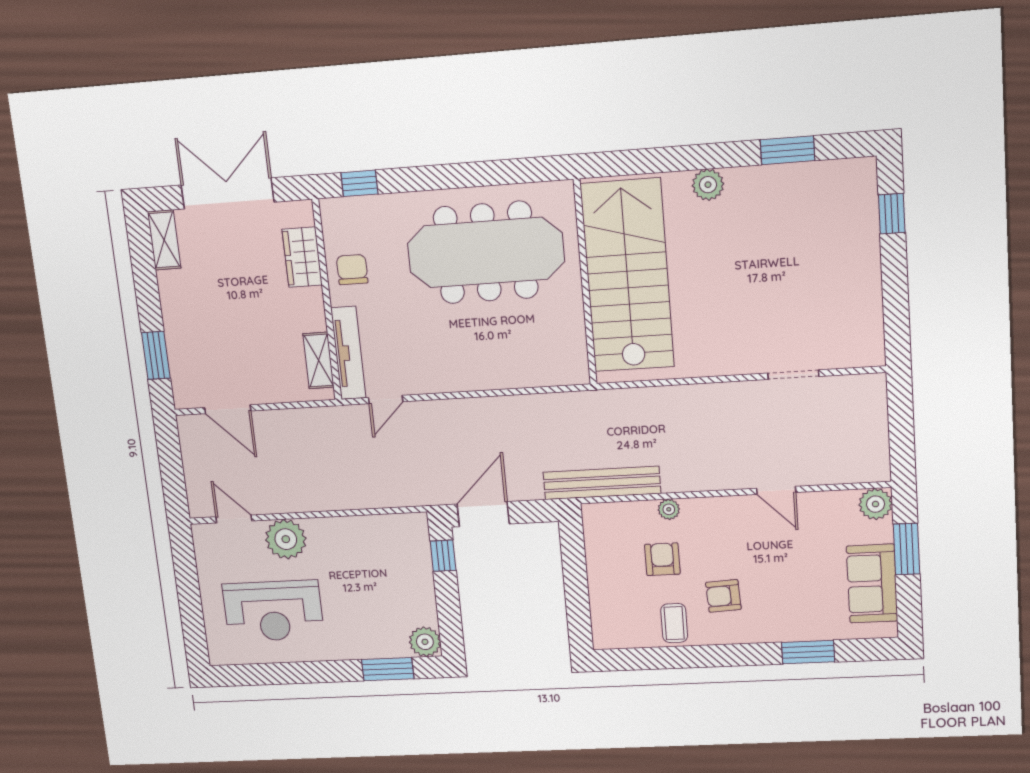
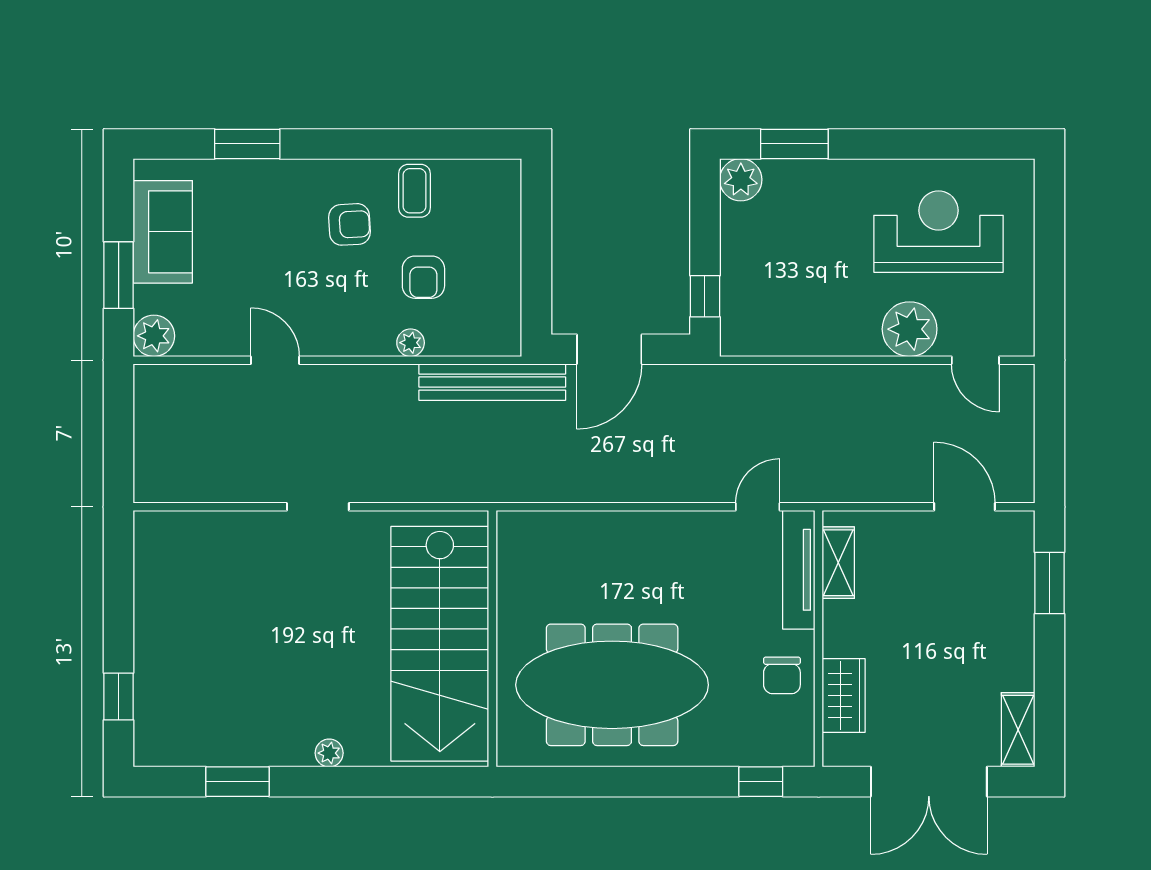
plant: (708, 185) -> (329, 753), width x0.73, depth x0.73
doorway: (793, 375) -> (318, 507), moved
door: (483, 514) -> (609, 349), moved

